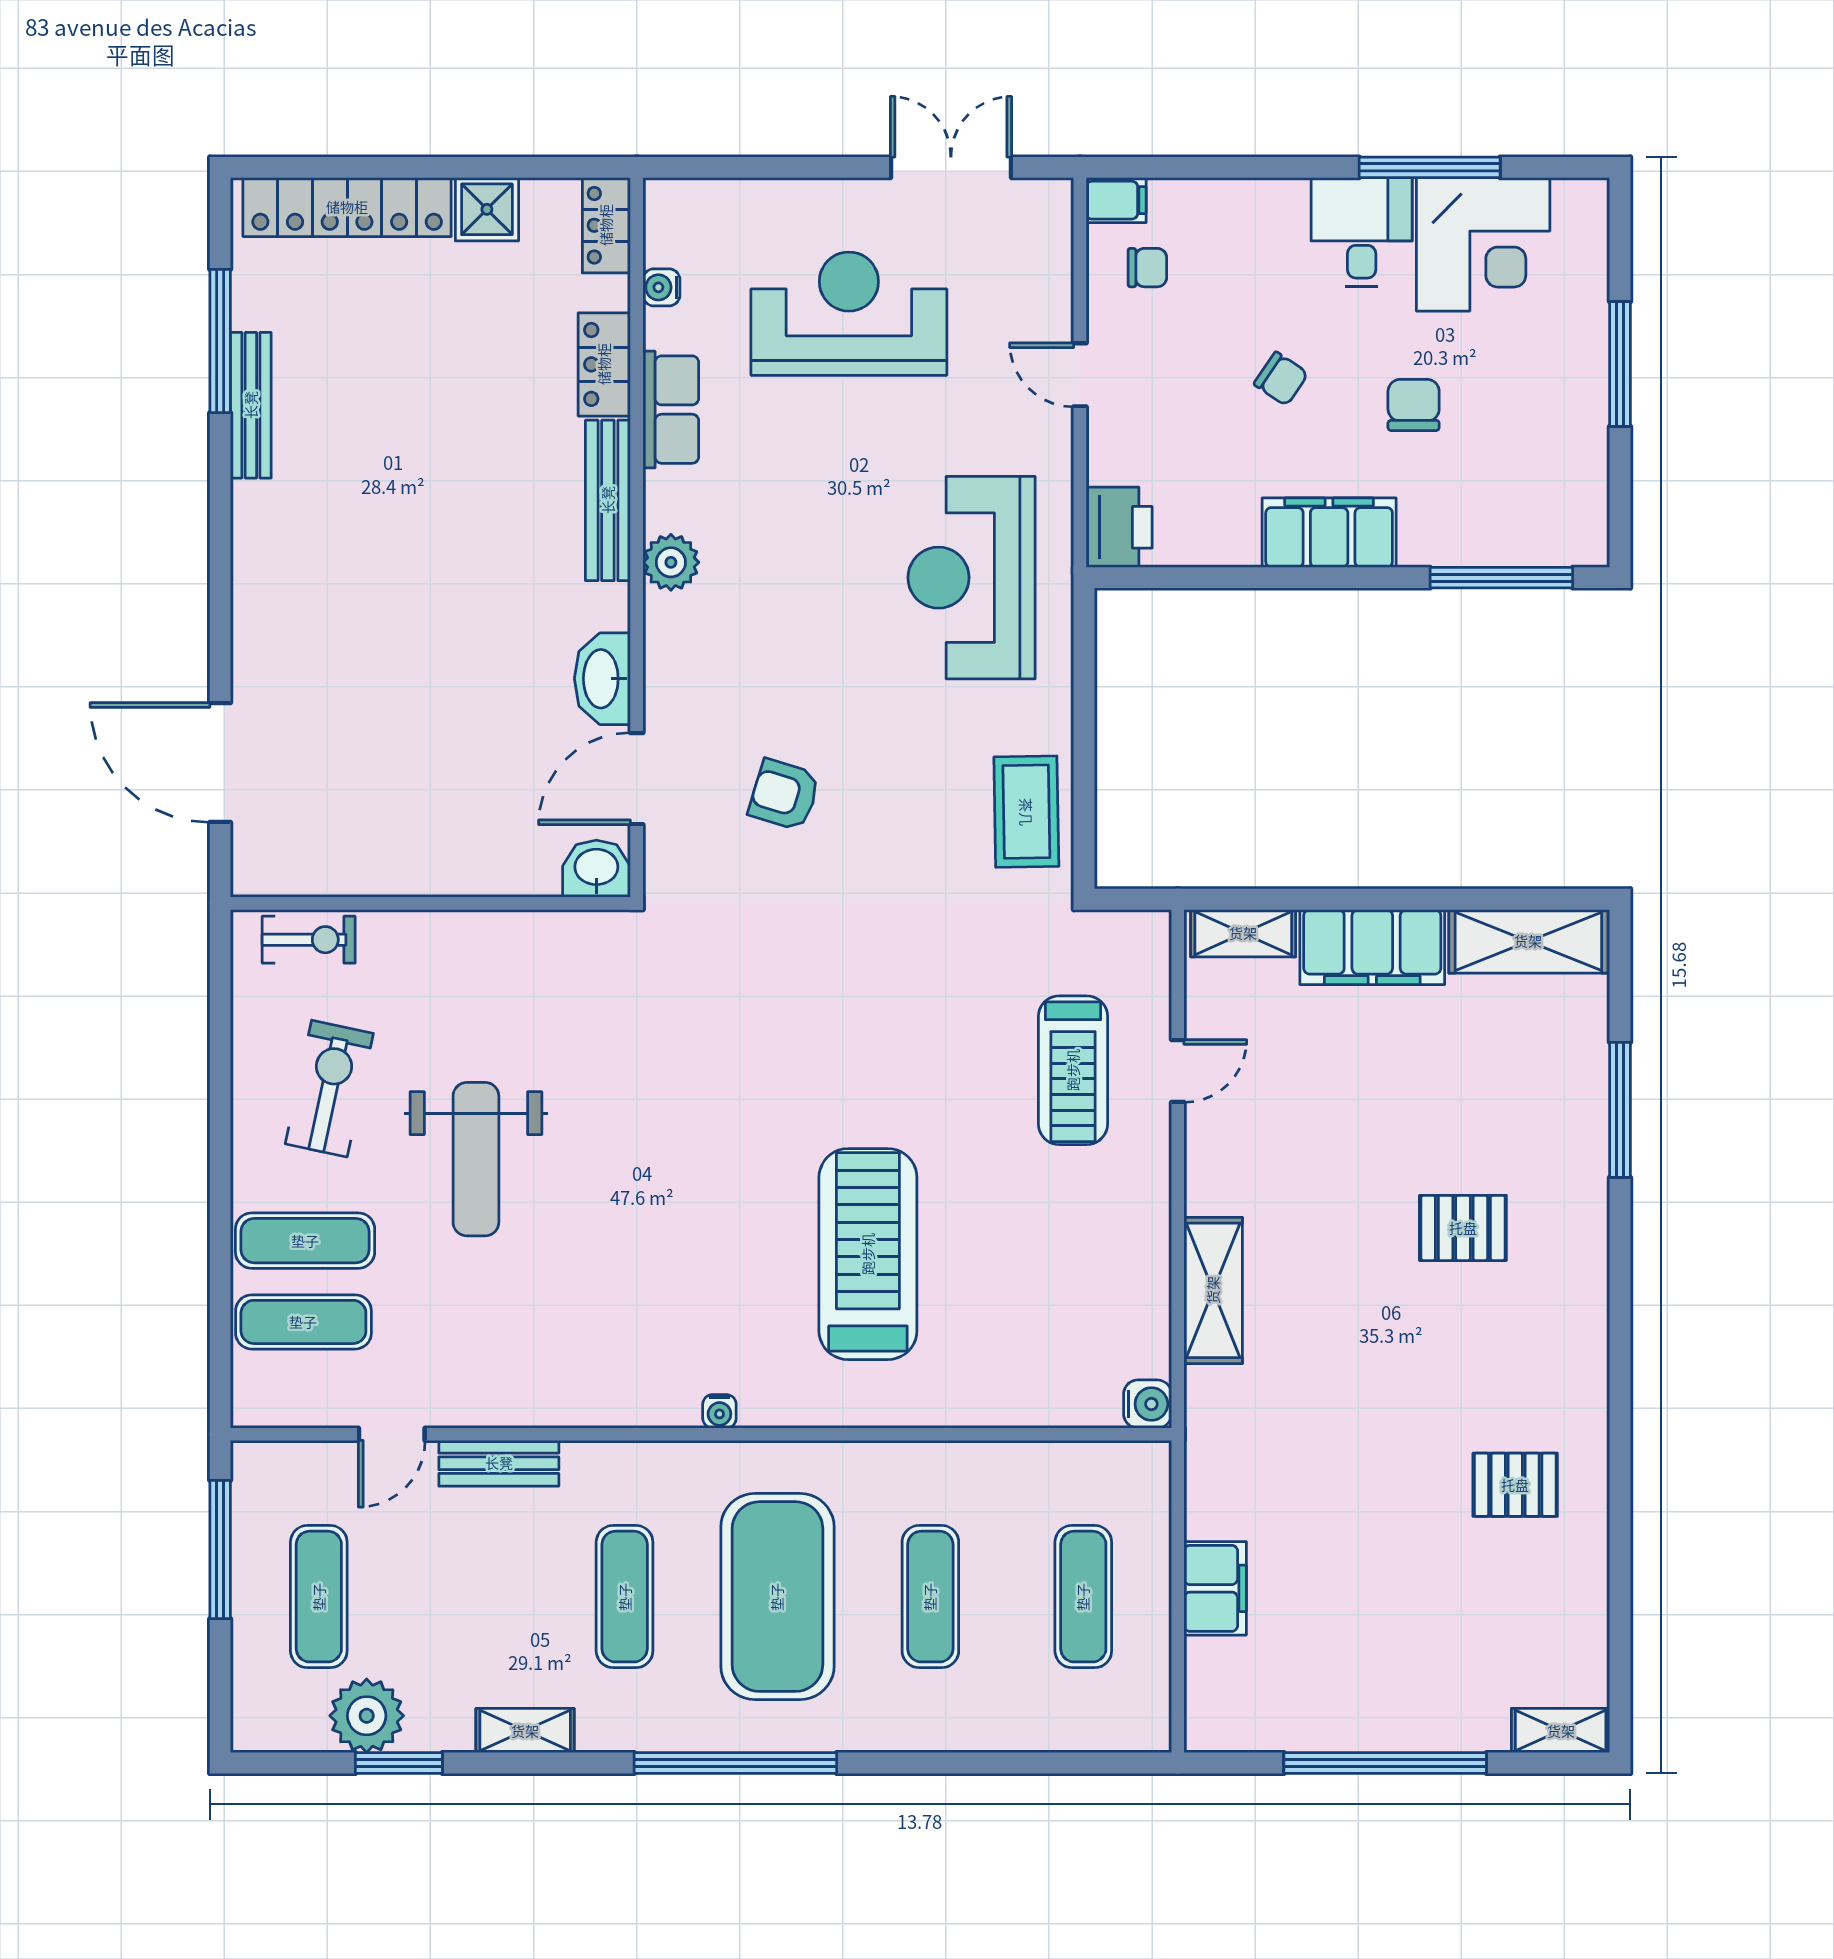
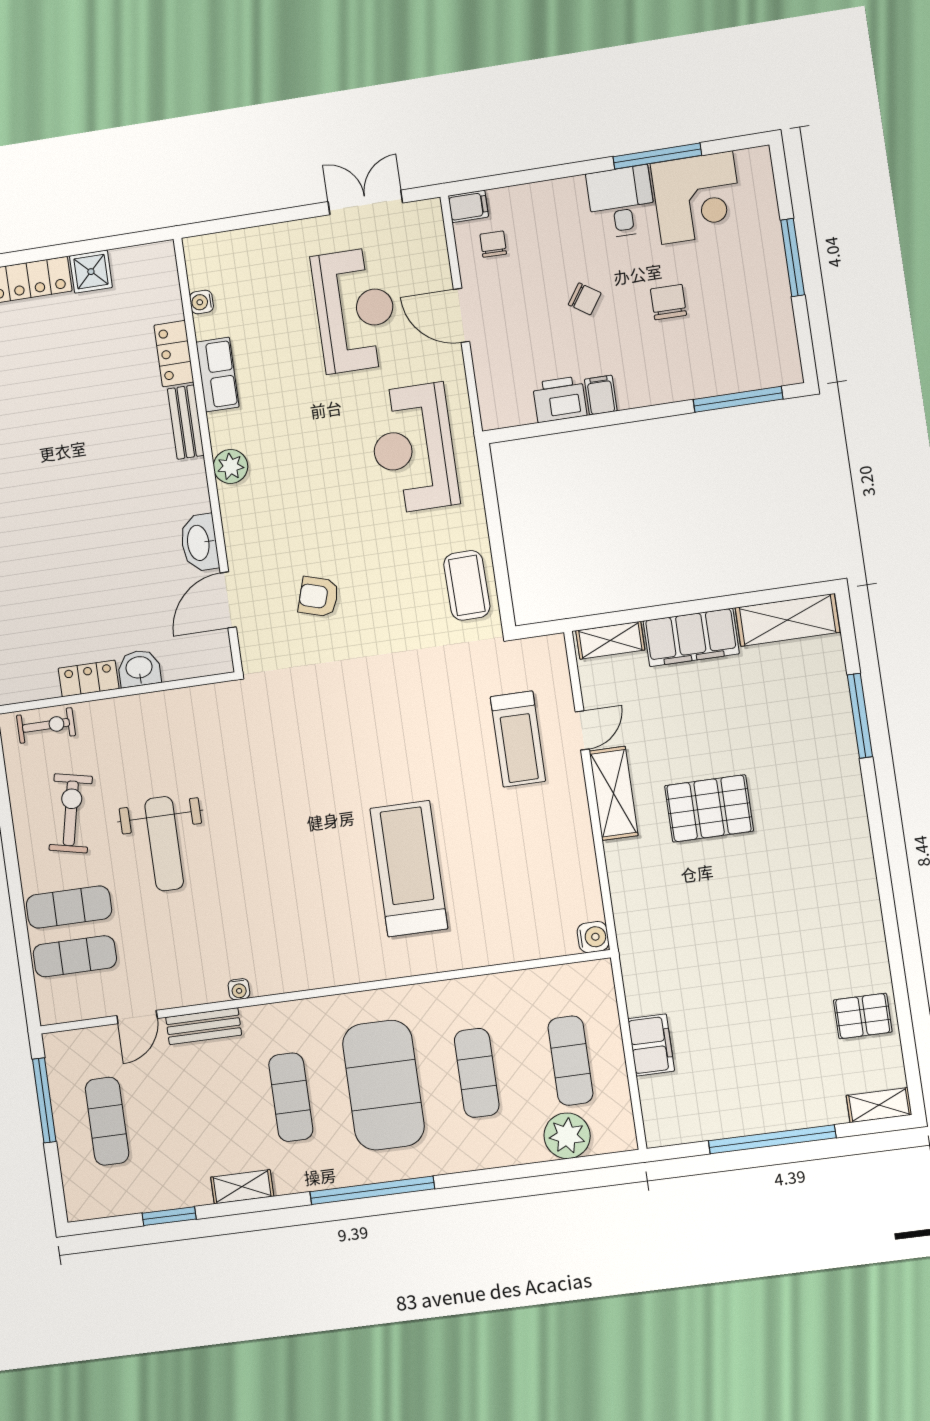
locker: (606, 225) -> (89, 678), moved, turned 90
chair: (1147, 268) -> (493, 244), turned -89
reception desk: (849, 314) -> (355, 310), moved, turned 90
door: (1080, 375) -> (461, 315), width x1.38
bench: (608, 500) -> (186, 422), width x0.73
printer: (1119, 527) -> (560, 399), moved, turned -90
filing cabinet: (1329, 533) -> (601, 395), width x0.33, depth x0.86
washbasin: (596, 869) -> (139, 668), moved
pallet: (1463, 1228) -> (709, 808), moved, width x1.50, depth x1.42
shelving: (1213, 1290) -> (614, 793), moved
water cooler: (719, 1411) -> (239, 989), moved
pallet: (1515, 1485) -> (863, 1016), moved
plant: (367, 1716) -> (567, 1136), moved

